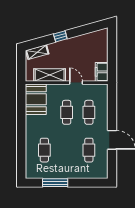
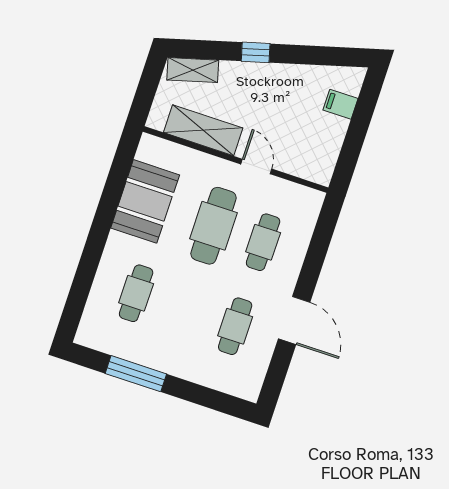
filing cabinet: (102, 72) -> (340, 104), moved, width x0.50
booth: (36, 99) -> (145, 201), moved
cafe table: (67, 112) -> (214, 226), width x1.37, depth x1.35

